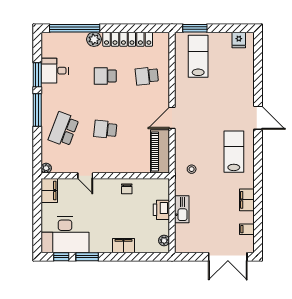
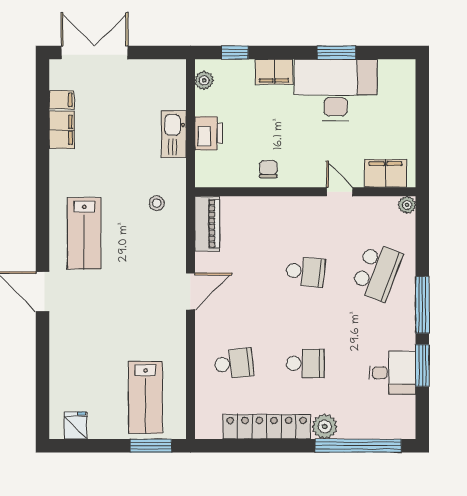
piano: (160, 151) -> (207, 224), width x0.73, depth x0.75
filing cabinet: (49, 191) -> (385, 173), moved, turned 90
filing cabinet: (247, 200) -> (62, 130), moved
desk: (65, 235) -> (336, 90), moved
window: (61, 257) -> (235, 53), moved

